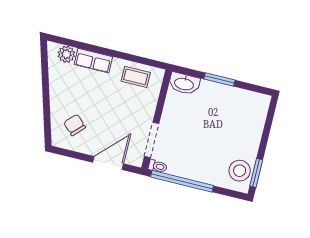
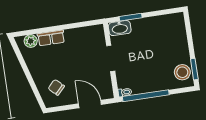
coffee table: (136, 77) -> (85, 37), removed
window: (219, 79) -> (131, 17), moved
doorway: (152, 140) -> (111, 58), moved
door: (108, 163) -> (90, 104), hinge flipped

